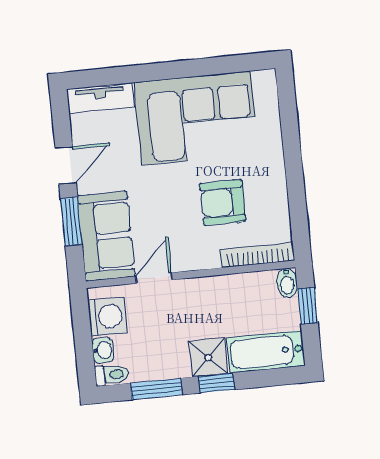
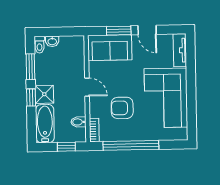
window: (295, 179) -> (131, 145), added
armchair: (223, 202) -> (122, 108), turned -90
bookcase: (258, 255) -> (94, 130), width x0.64
door: (154, 278) -> (87, 87), moved
bidet: (287, 283) -> (78, 122), moved
washing machine: (107, 317) -> (69, 45), removed

